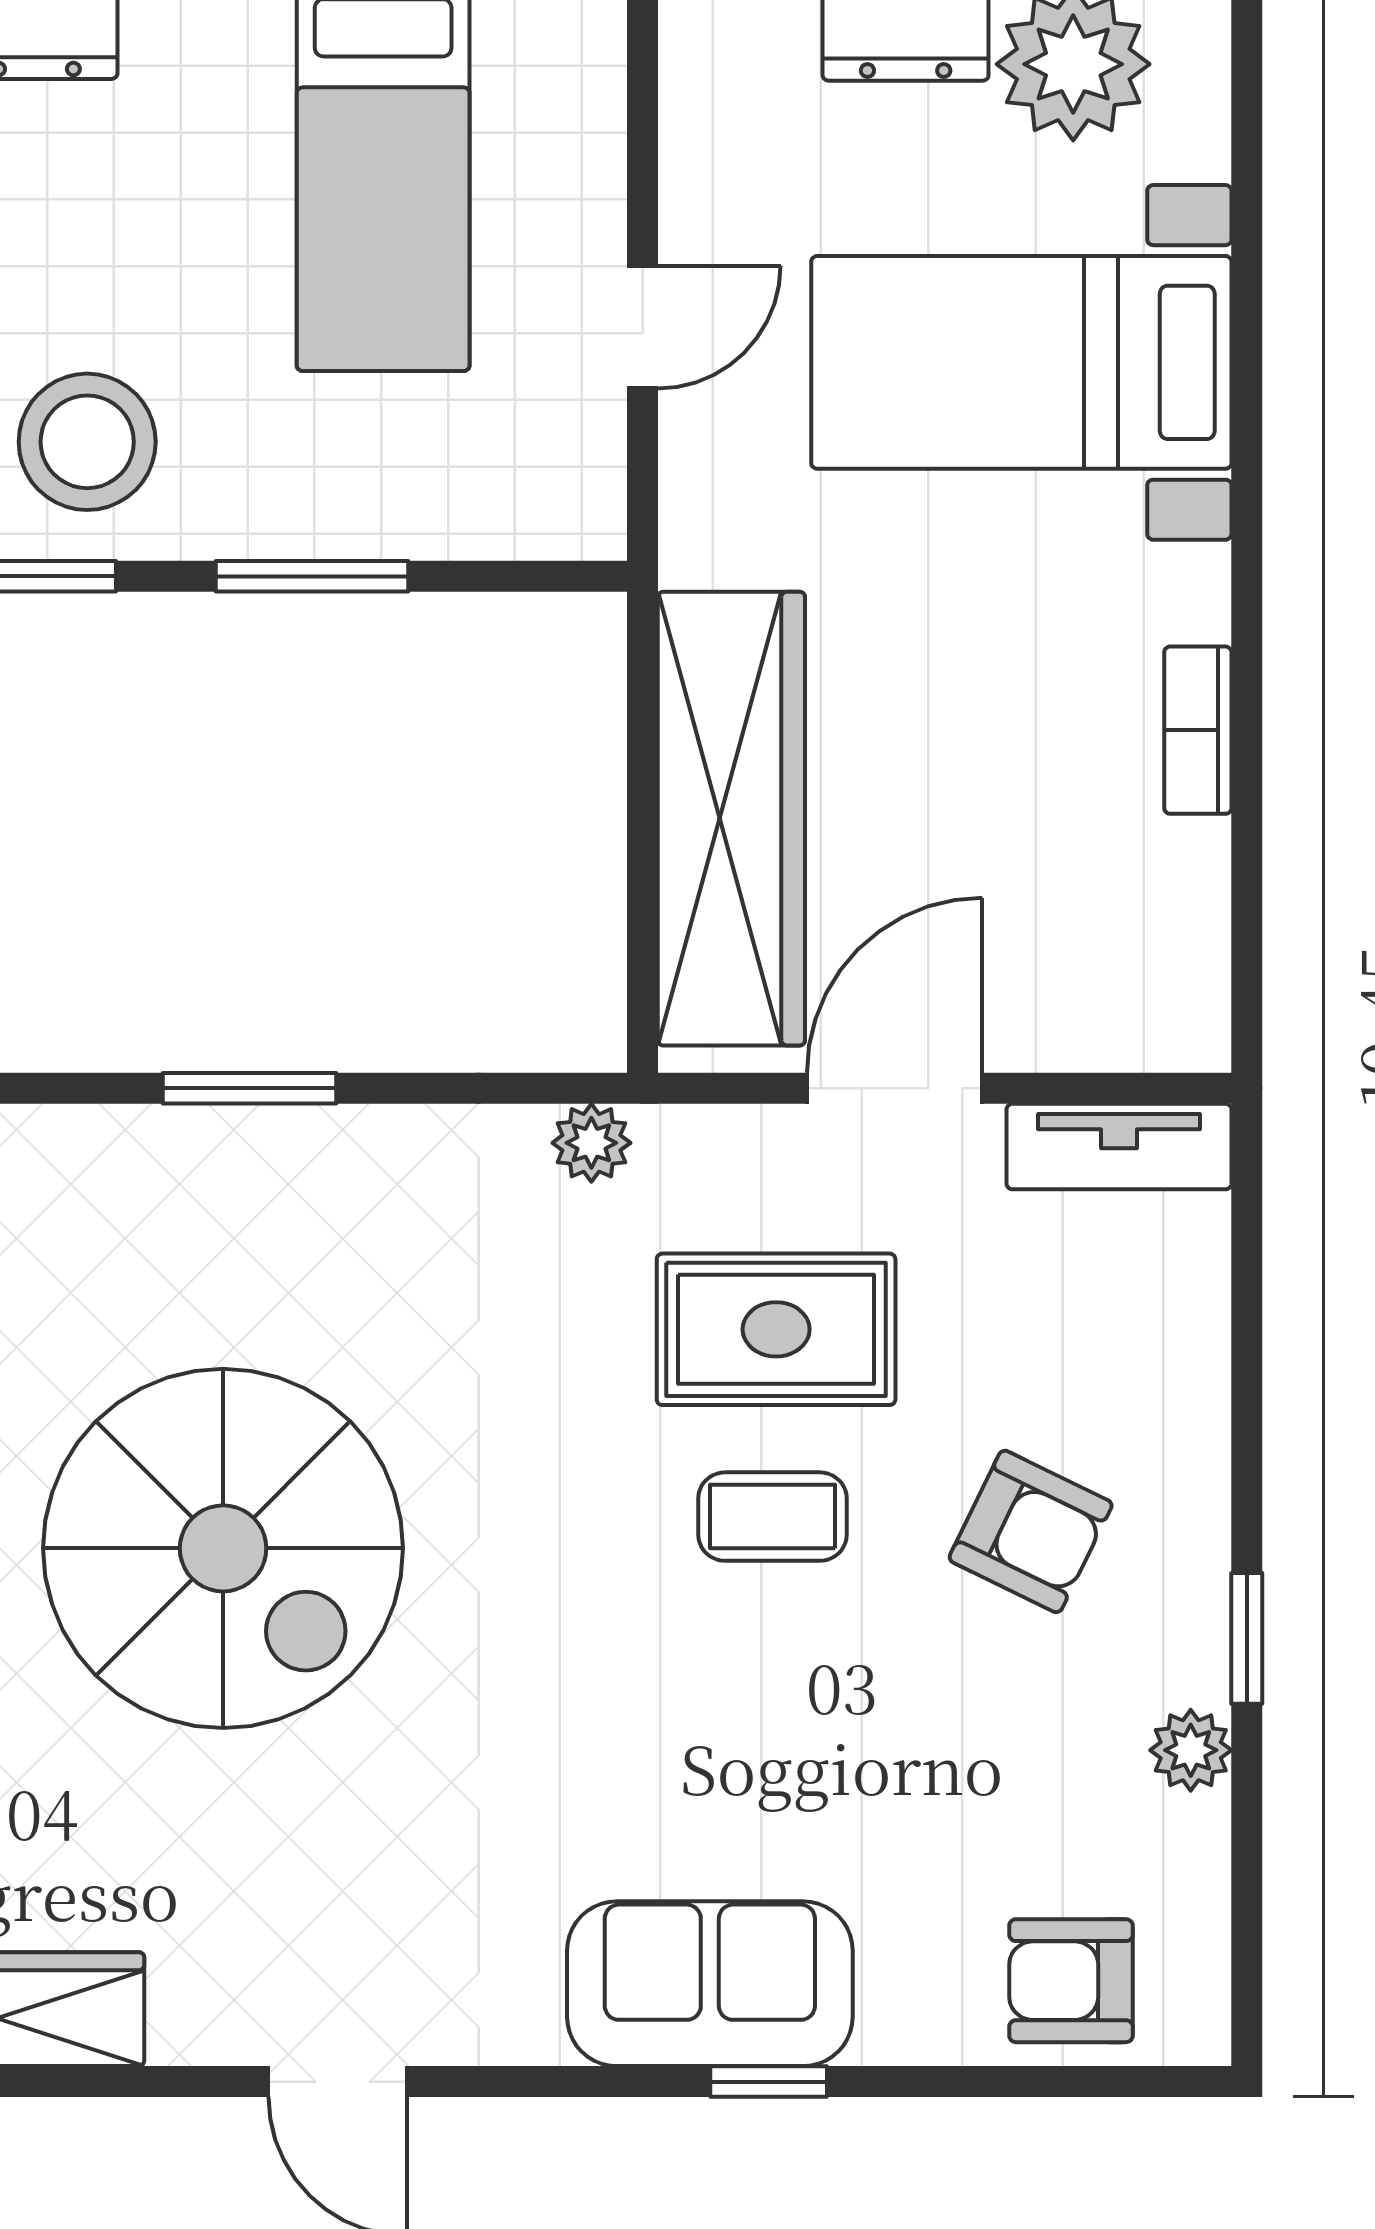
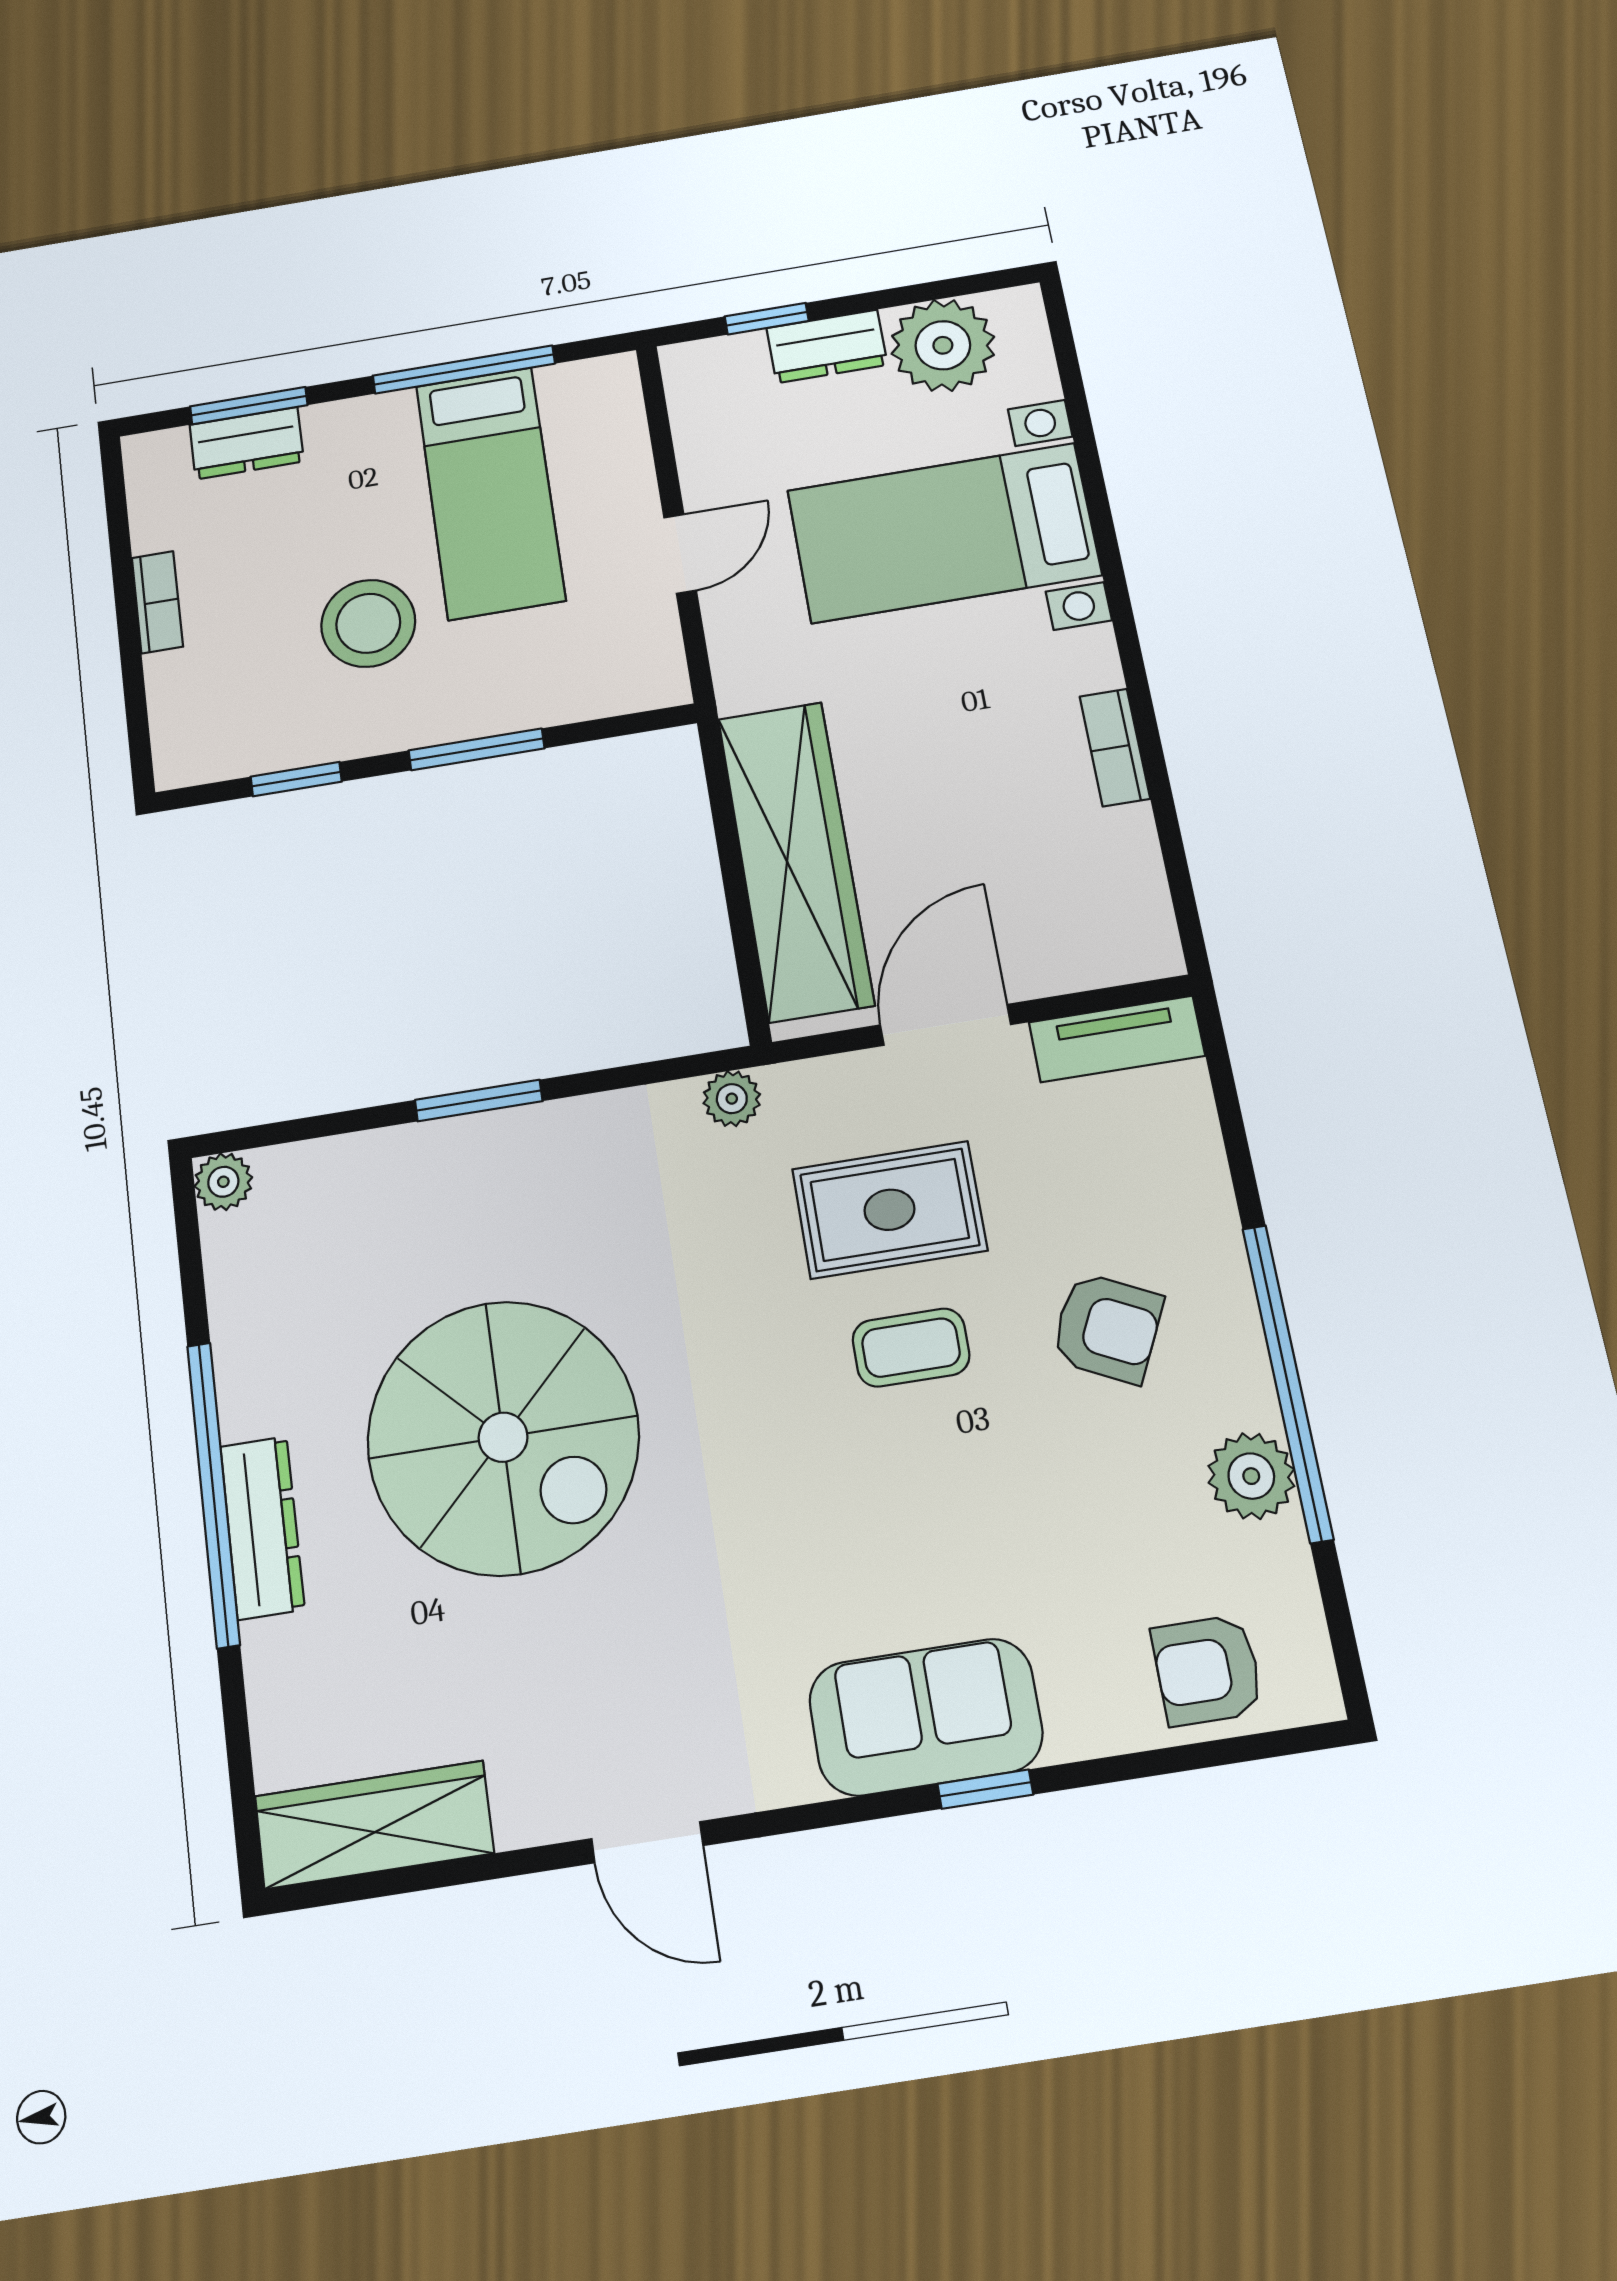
stool: (87, 442) -> (368, 623), moved
window: (1247, 1638) -> (1288, 1382), width x3.17
plant: (1191, 1750) -> (1251, 1476), width x1.38, depth x1.38

